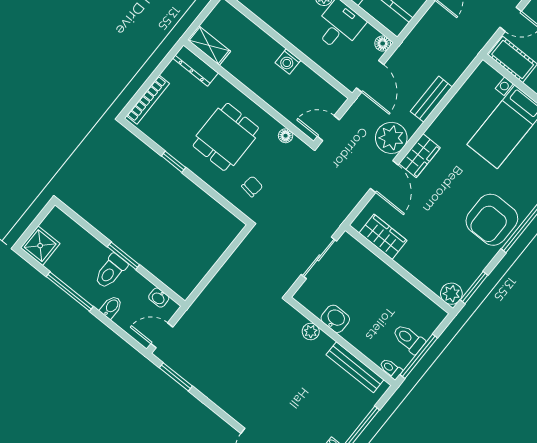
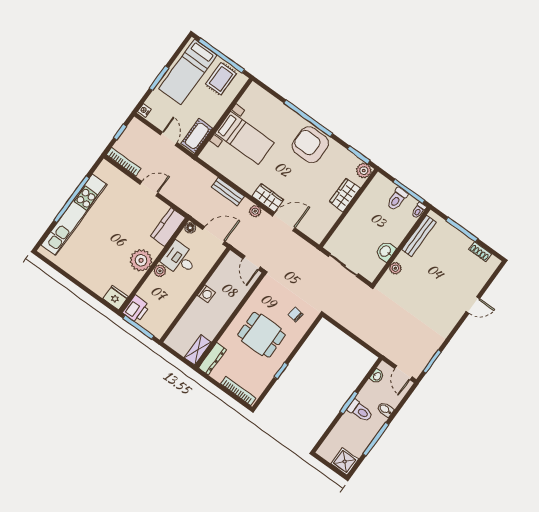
floor lamp: (286, 136) -> (259, 293), removed
plant: (391, 138) -> (255, 211), width x0.53, depth x0.53
armchair: (492, 220) -> (310, 145), turned 180
wardrobe: (383, 237) -> (345, 195), moved

